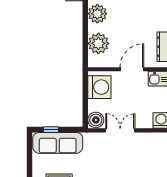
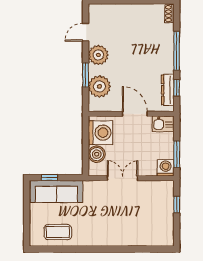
window: (85, 33) -> (86, 75), added
door: (132, 69) -> (135, 114), hinge flipped
boiler: (96, 120) -> (97, 154), moved

